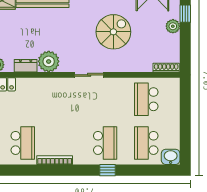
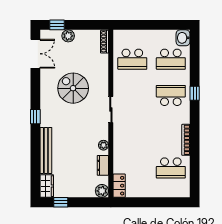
plant: (49, 61) -> (103, 145), width x0.53, depth x0.53
school desk: (23, 143) -> (171, 168), turned 180

